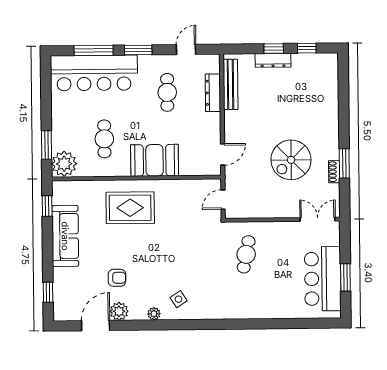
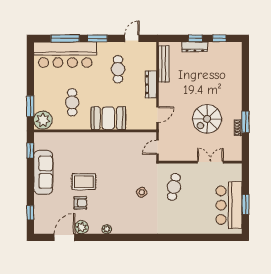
dresser: (213, 93) -> (151, 85), moved
rug: (130, 208) -> (84, 182), moved, width x0.73, depth x0.70
double door: (318, 219) -> (210, 162), moved
side table: (179, 299) -> (142, 192), moved

